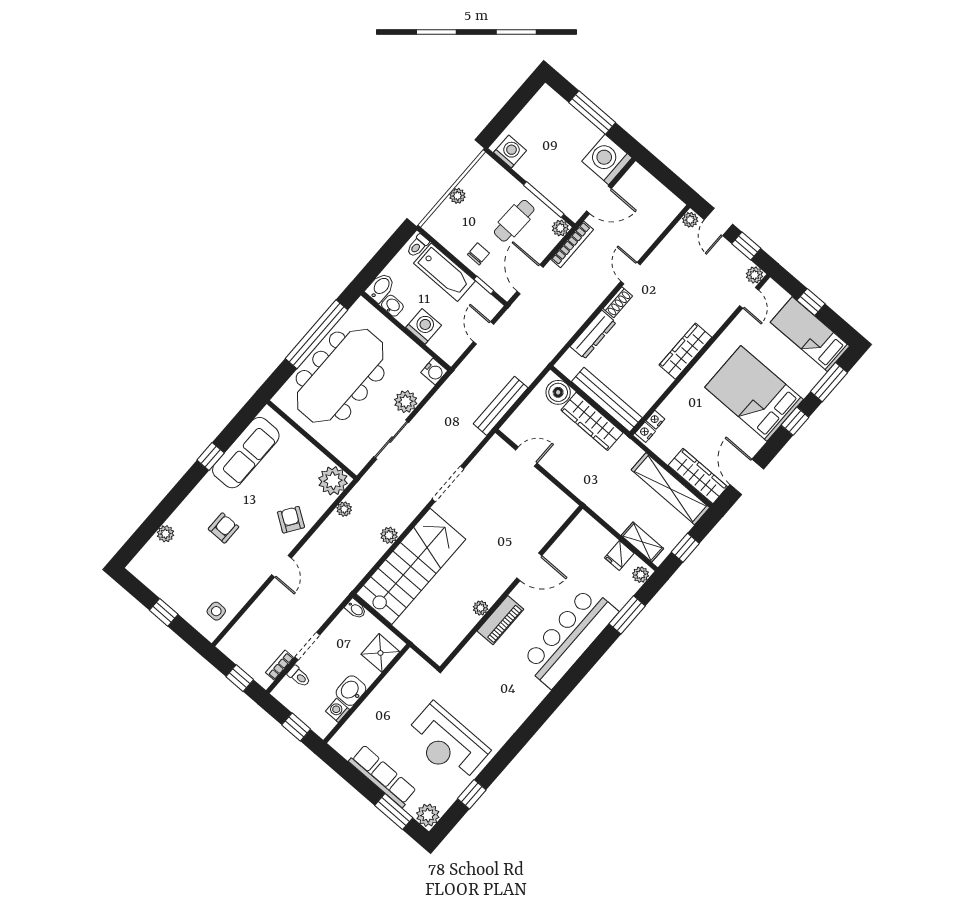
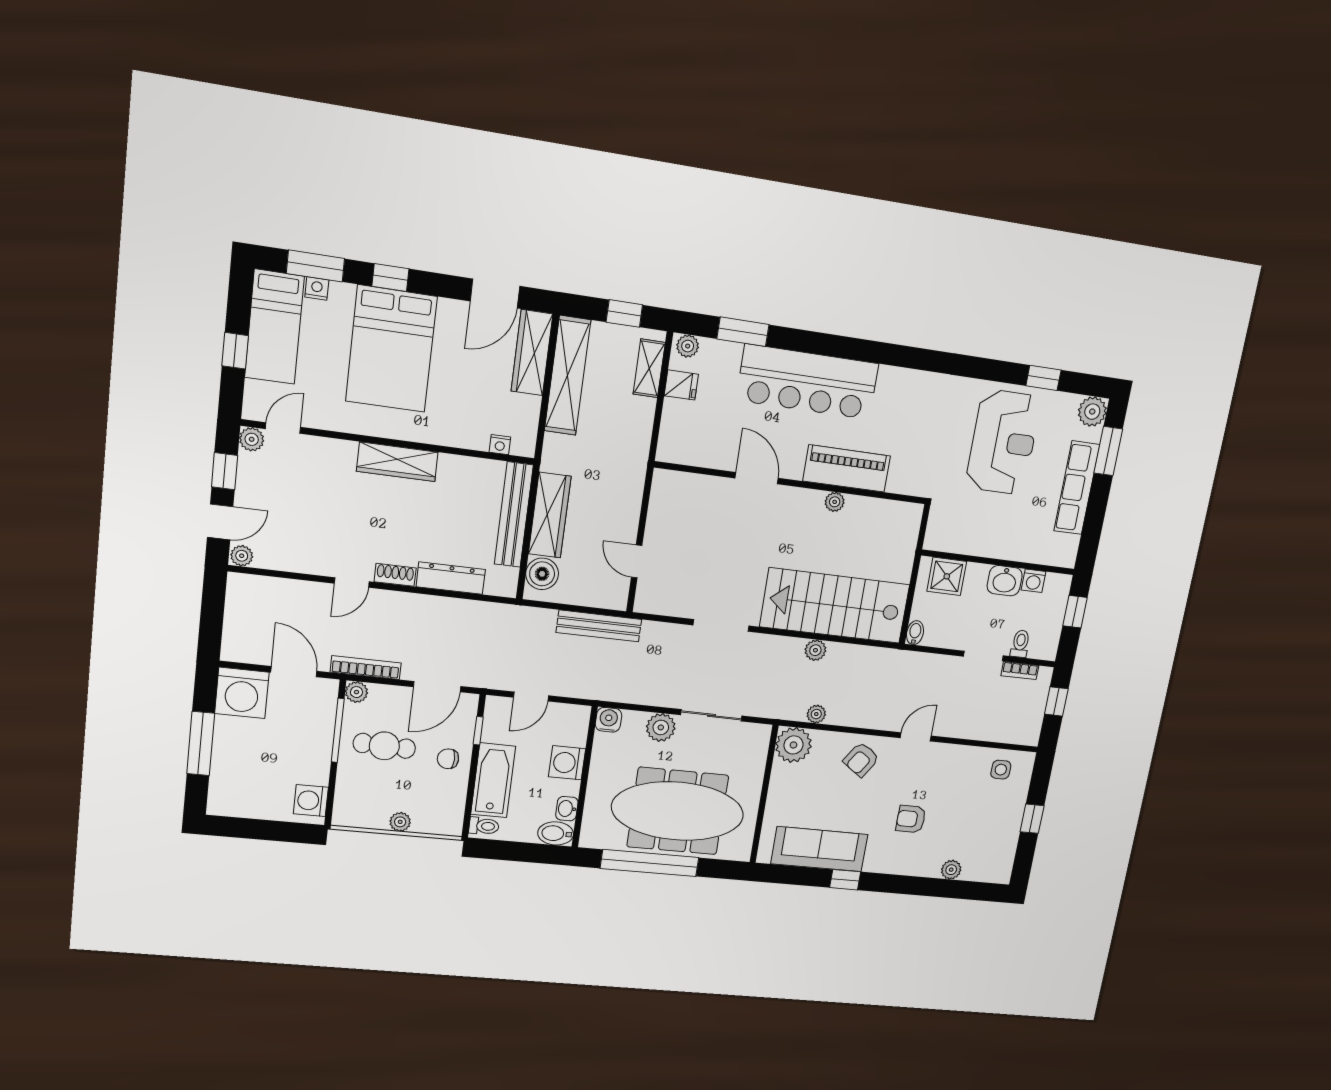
nightstand: (645, 432) -> (317, 288), moved, turned 180
piano: (500, 620) -> (847, 468), width x1.37, depth x1.33

